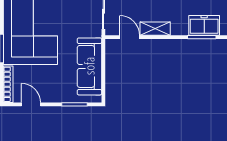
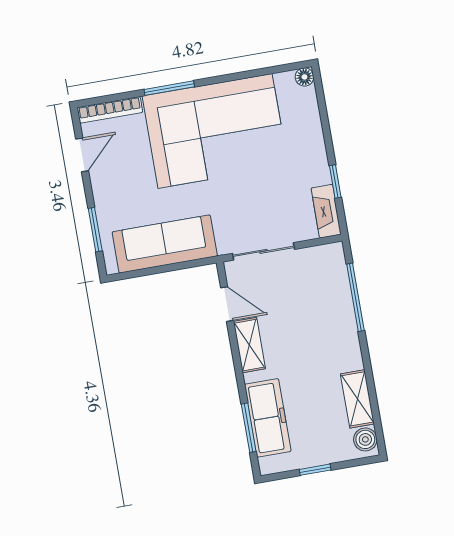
freezer: (204, 25) -> (268, 418), width x1.40
door: (130, 37) -> (227, 304), hinge flipped

